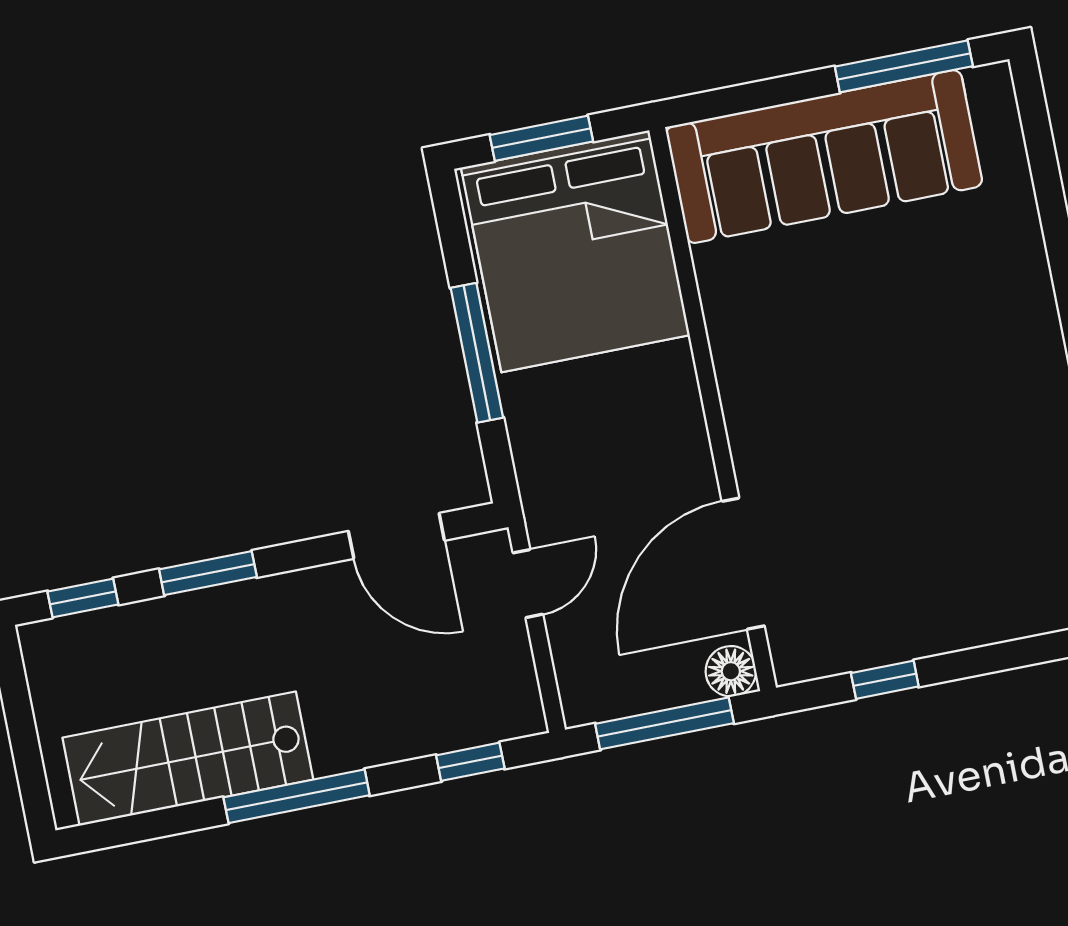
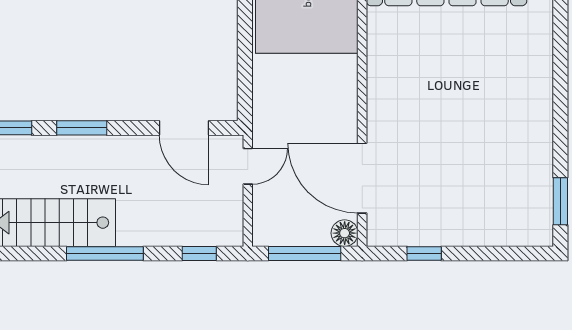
window: (477, 353) -> (245, 41), removed
door: (743, 564) -> (362, 178), hinge flipped

